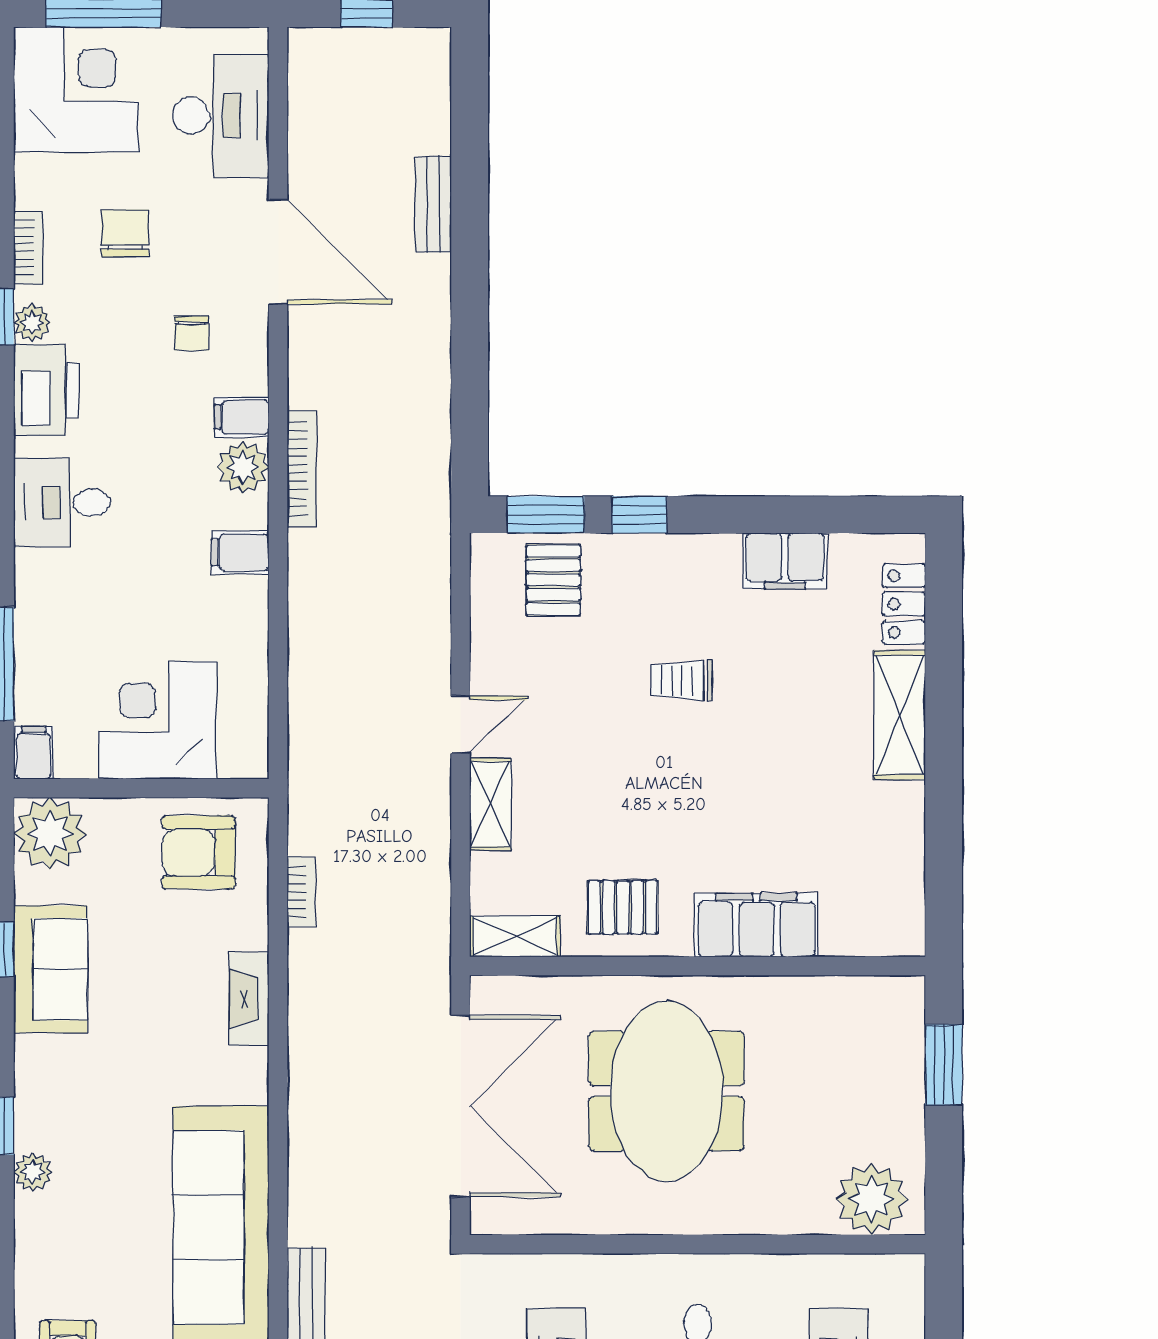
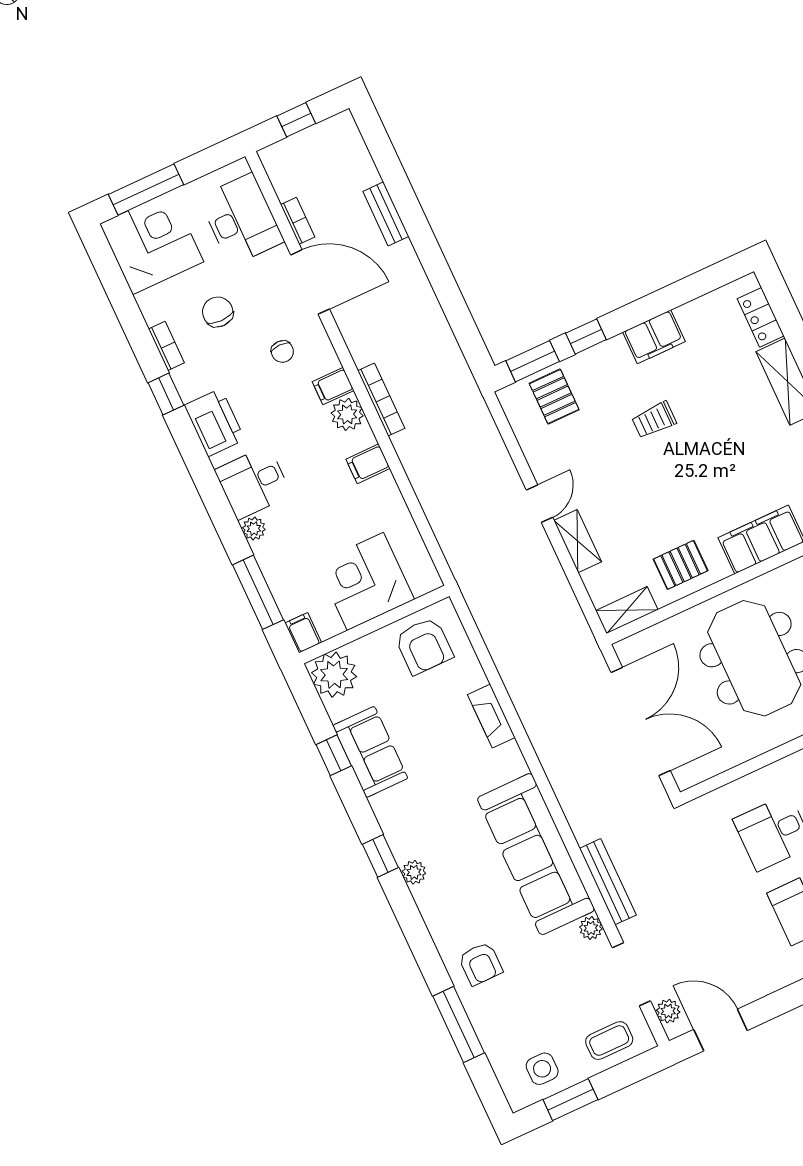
plant: (32, 323) -> (254, 529), moved
filing cabinet: (785, 561) -> (654, 337), moved
armchair: (199, 852) -> (424, 646), turned -90
bookcase: (301, 892) -> (298, 221), moved

